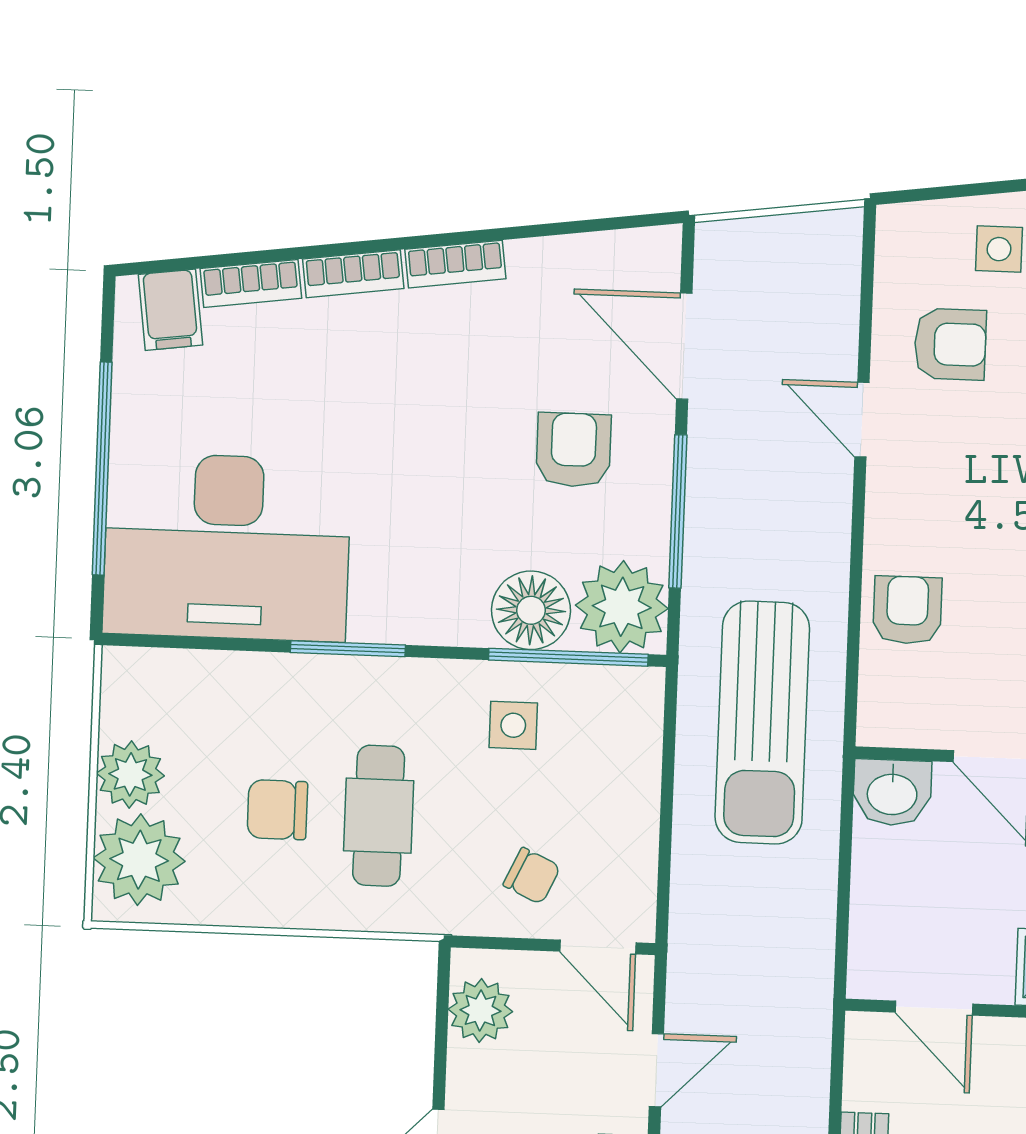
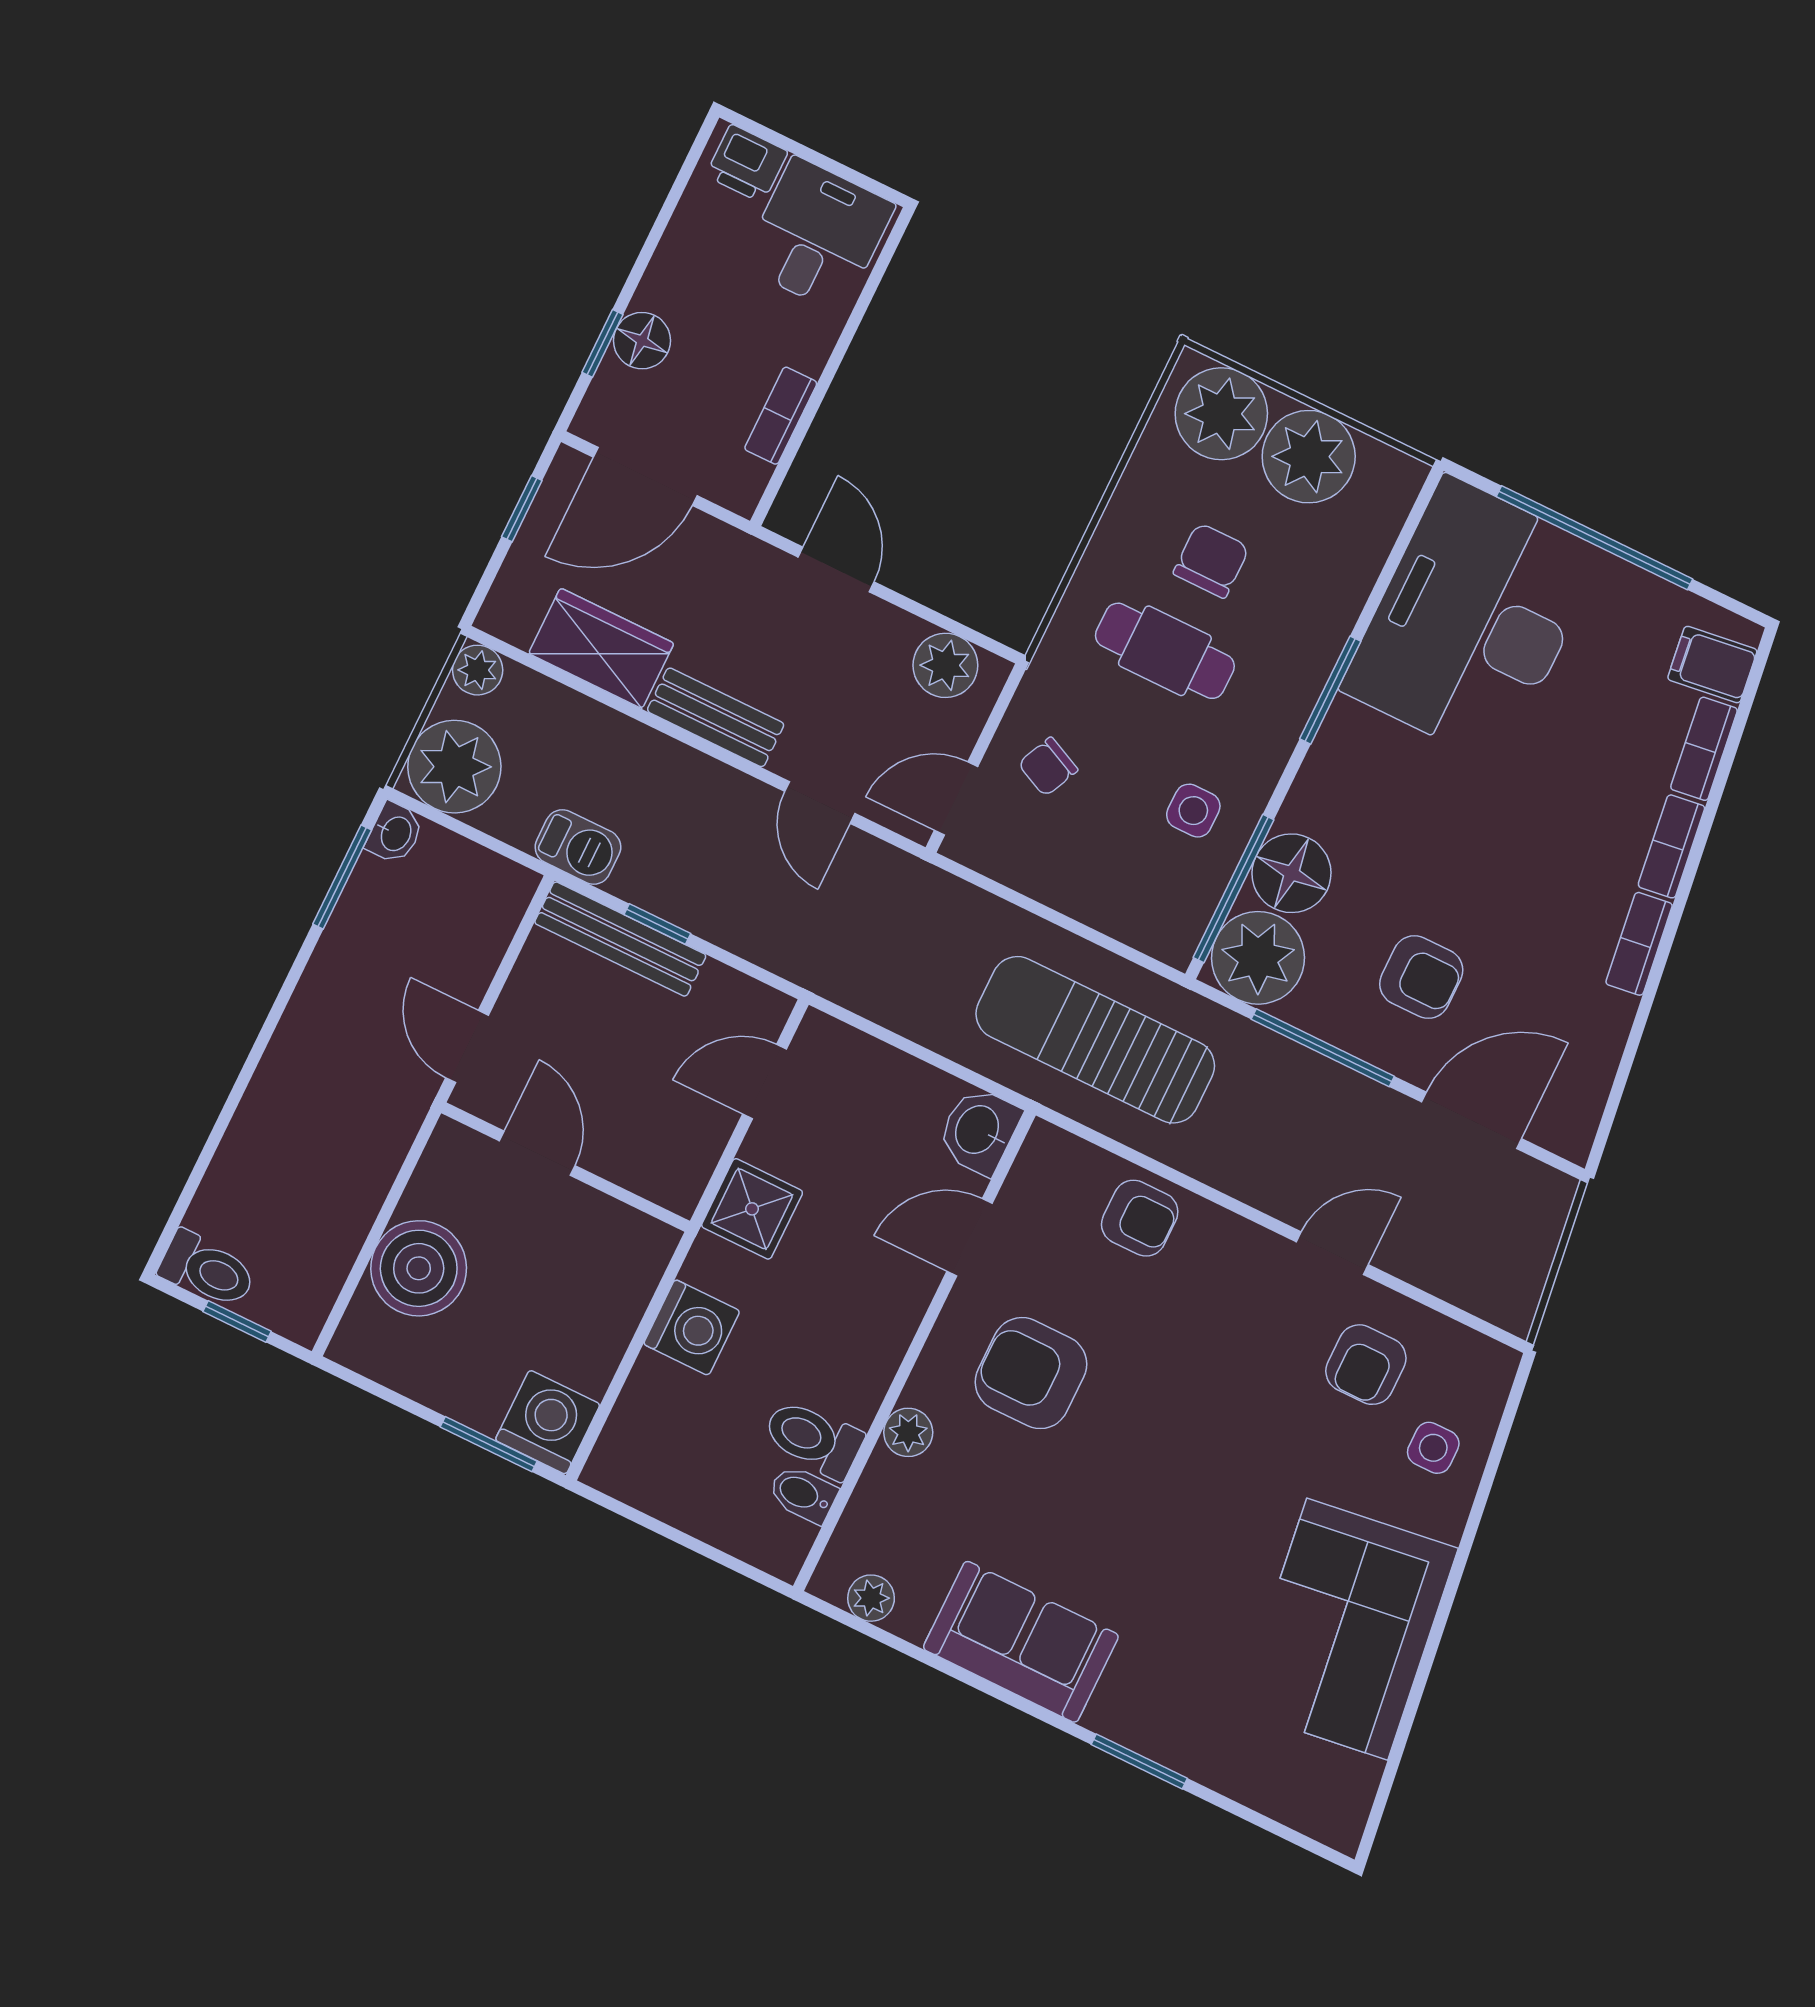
plant: (130, 774) -> (1309, 457), width x1.36, depth x1.36

